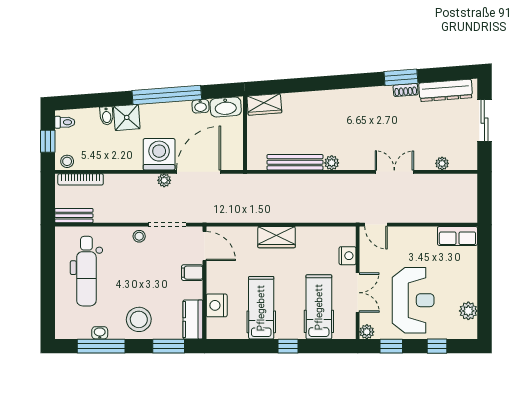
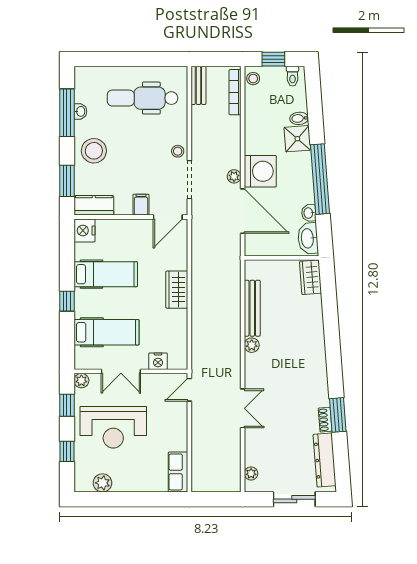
plant: (442, 163) -> (251, 473), moved
nightstand: (217, 305) -> (84, 230), moved, turned -90

